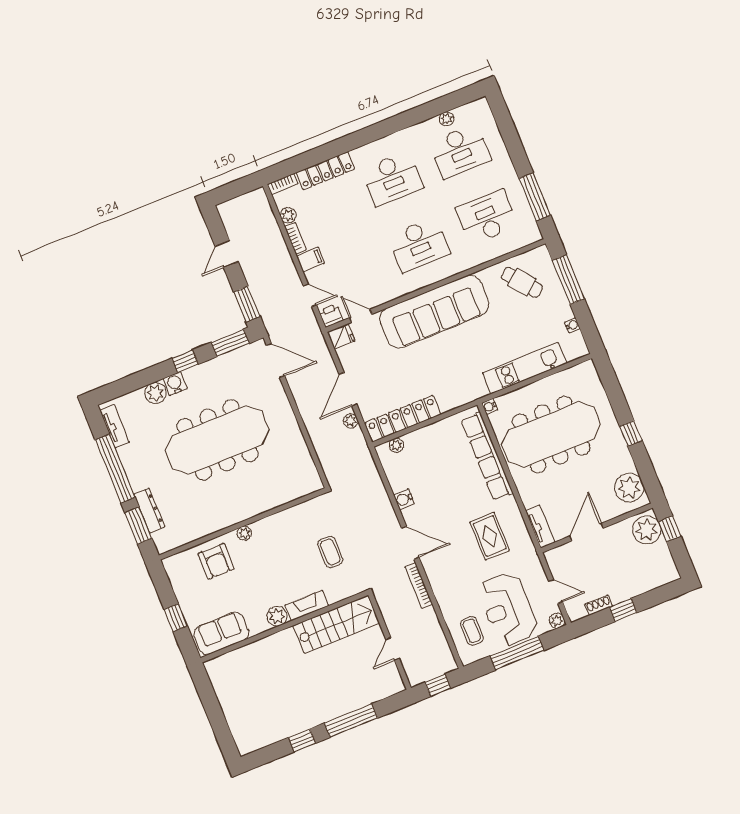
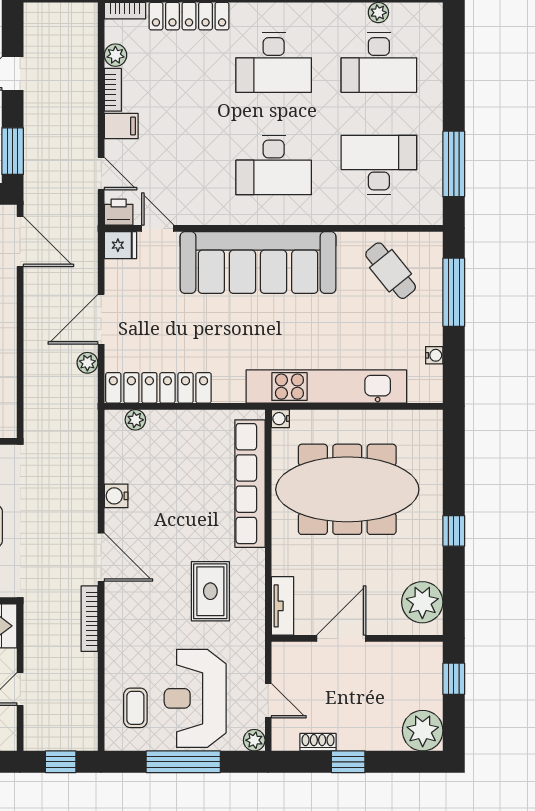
kitchen unit: (525, 368) -> (326, 387), width x1.36
plant: (647, 530) -> (423, 731), moved

